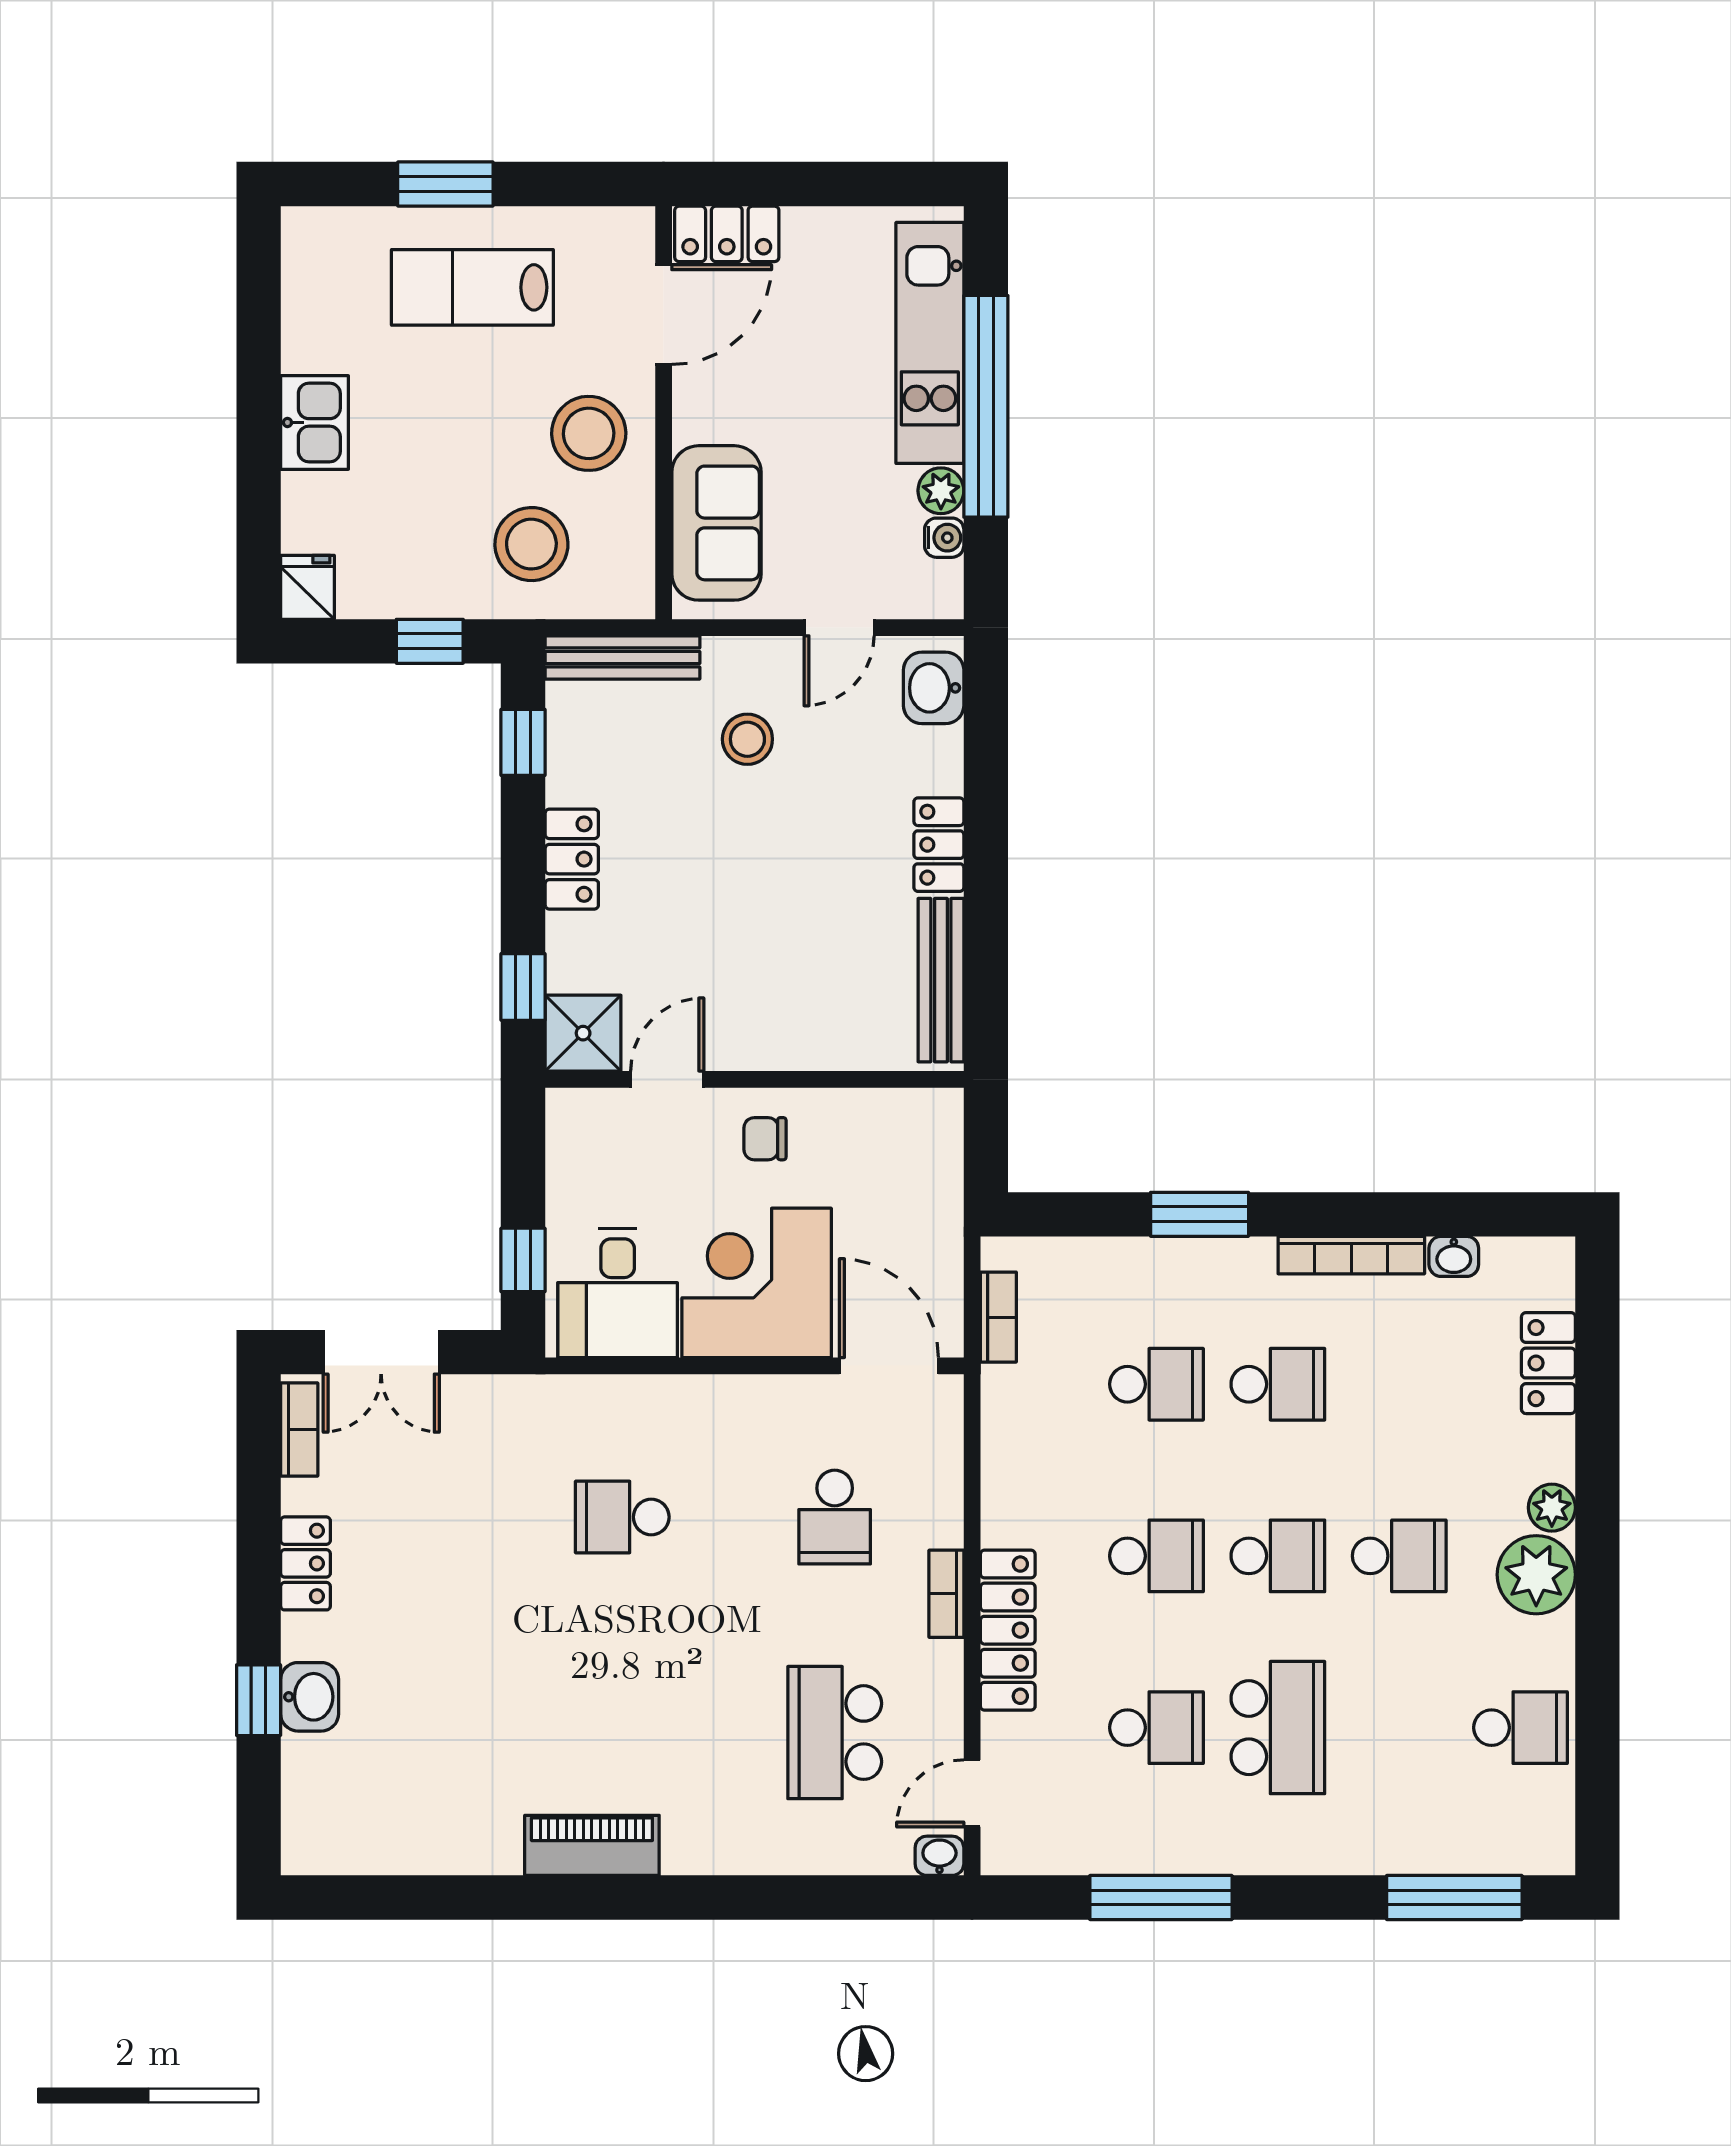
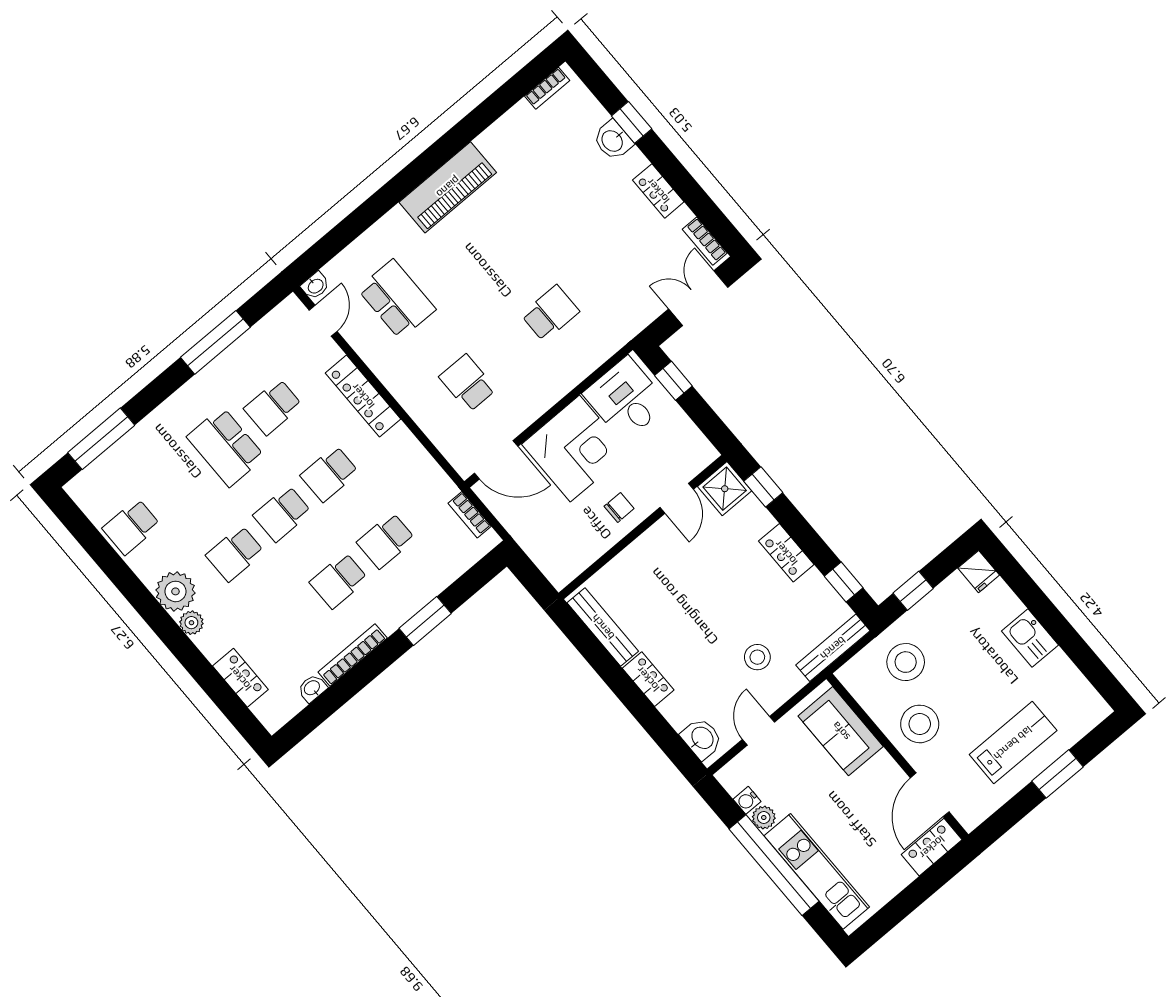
bookcase: (946, 1594) -> (547, 88), moved, turned 90
piano: (592, 1845) -> (448, 187), width x1.37, depth x1.33

